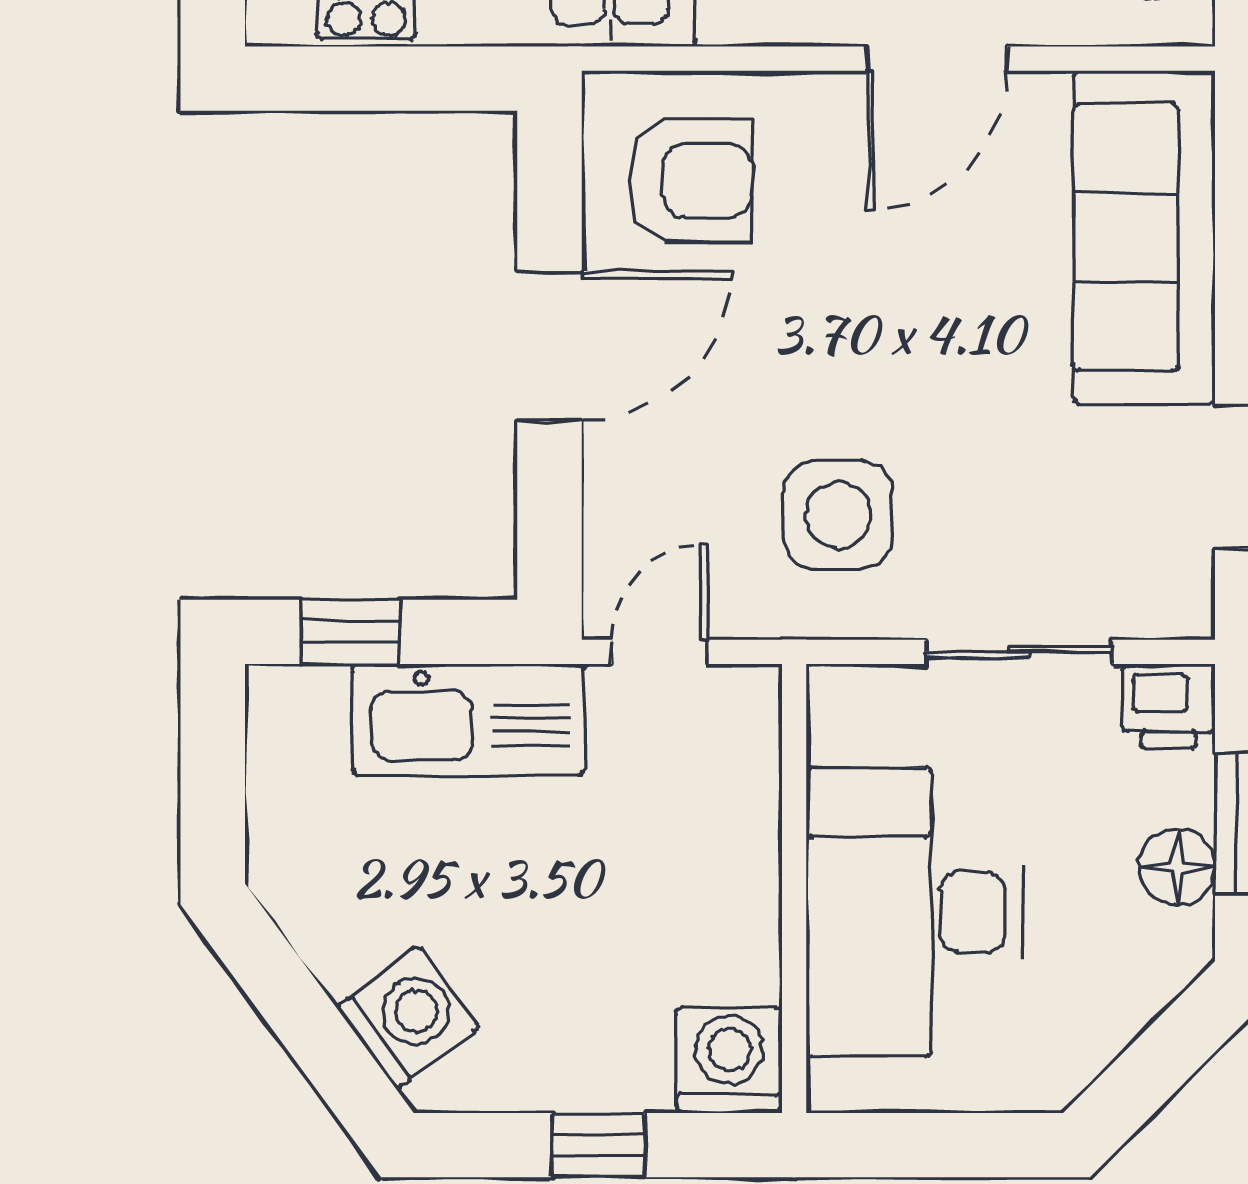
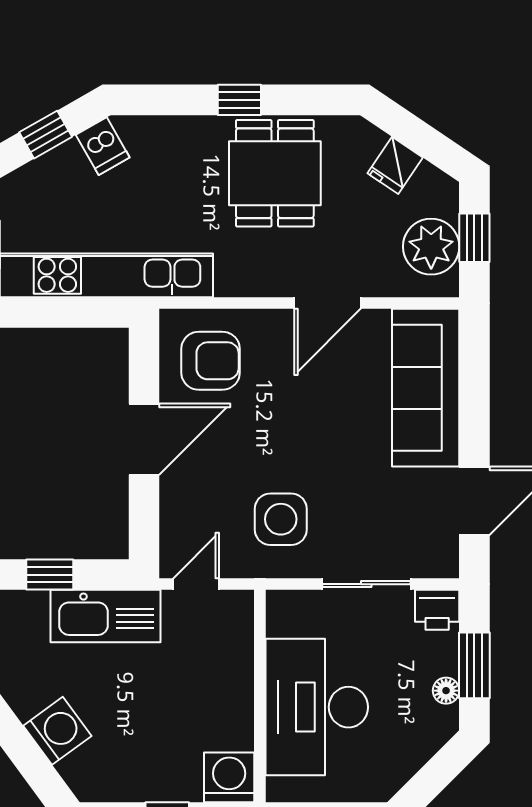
floor lamp: (1177, 867) -> (446, 691), width x0.73, depth x0.73
washing machine: (407, 1017) -> (57, 731), moved

